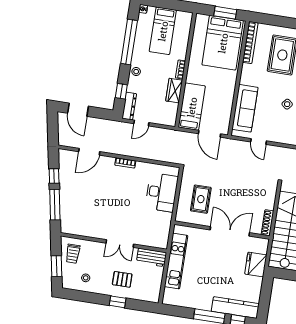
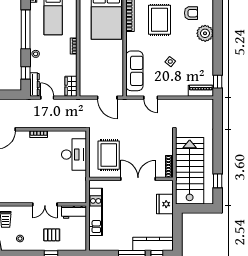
wardrobe: (174, 91) -> (71, 86), moved
bed: (192, 107) -> (88, 77), removed
door: (141, 123) -> (47, 98), swing flipped
rug: (201, 199) -> (109, 155), width x1.36, depth x1.43

